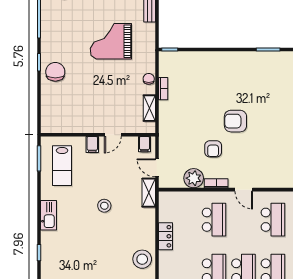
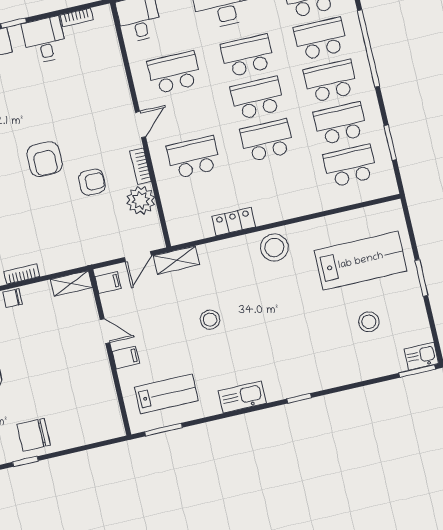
shelving: (149, 108) -> (71, 283), moved

